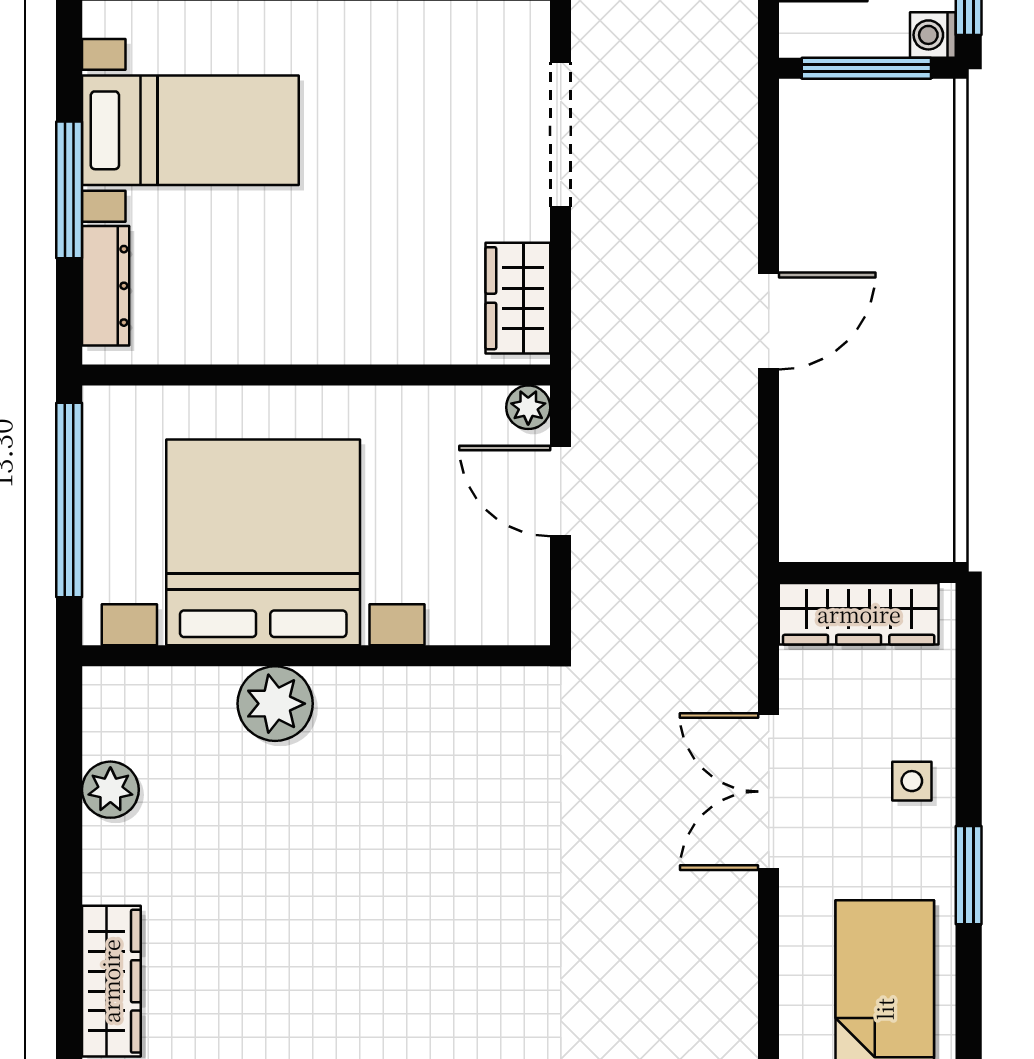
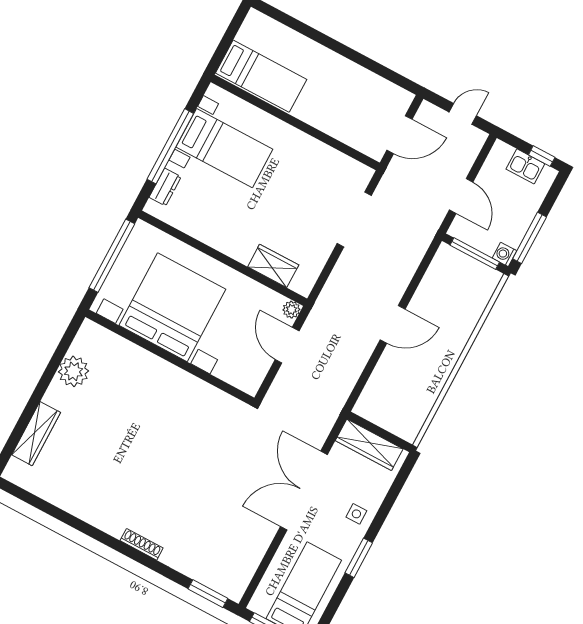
window: (69, 190) -> (170, 146), width x1.46
dresser: (106, 286) -> (165, 187), width x0.70
wardrobe: (518, 298) -> (273, 266), moved, turned 90
plant: (275, 704) -> (146, 366), removed
plant: (110, 790) -> (74, 371), width x1.36, depth x1.36
double door: (769, 792) -> (304, 491), width x1.36

